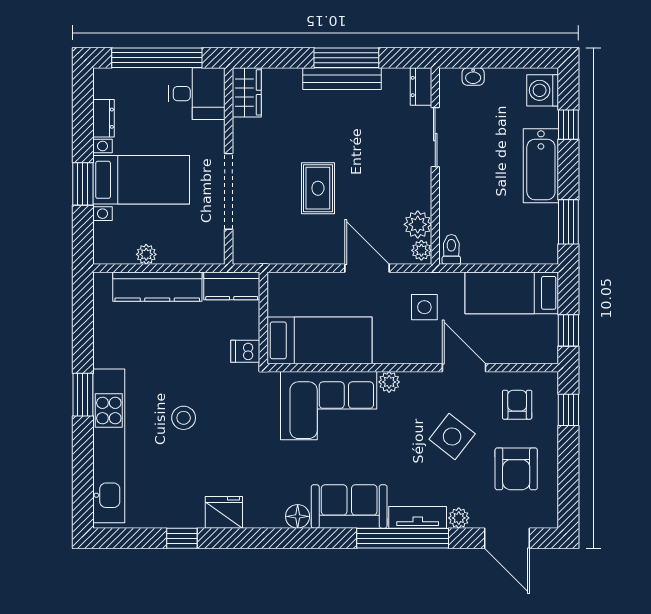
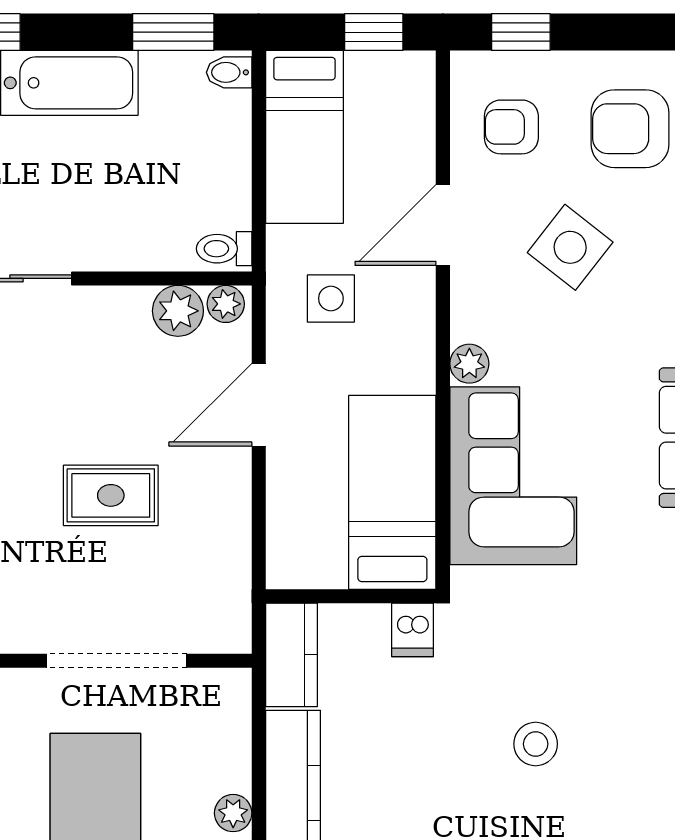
bidet: (547, 252) -> (229, 72), added
armchair: (516, 469) -> (630, 129), turned 180

